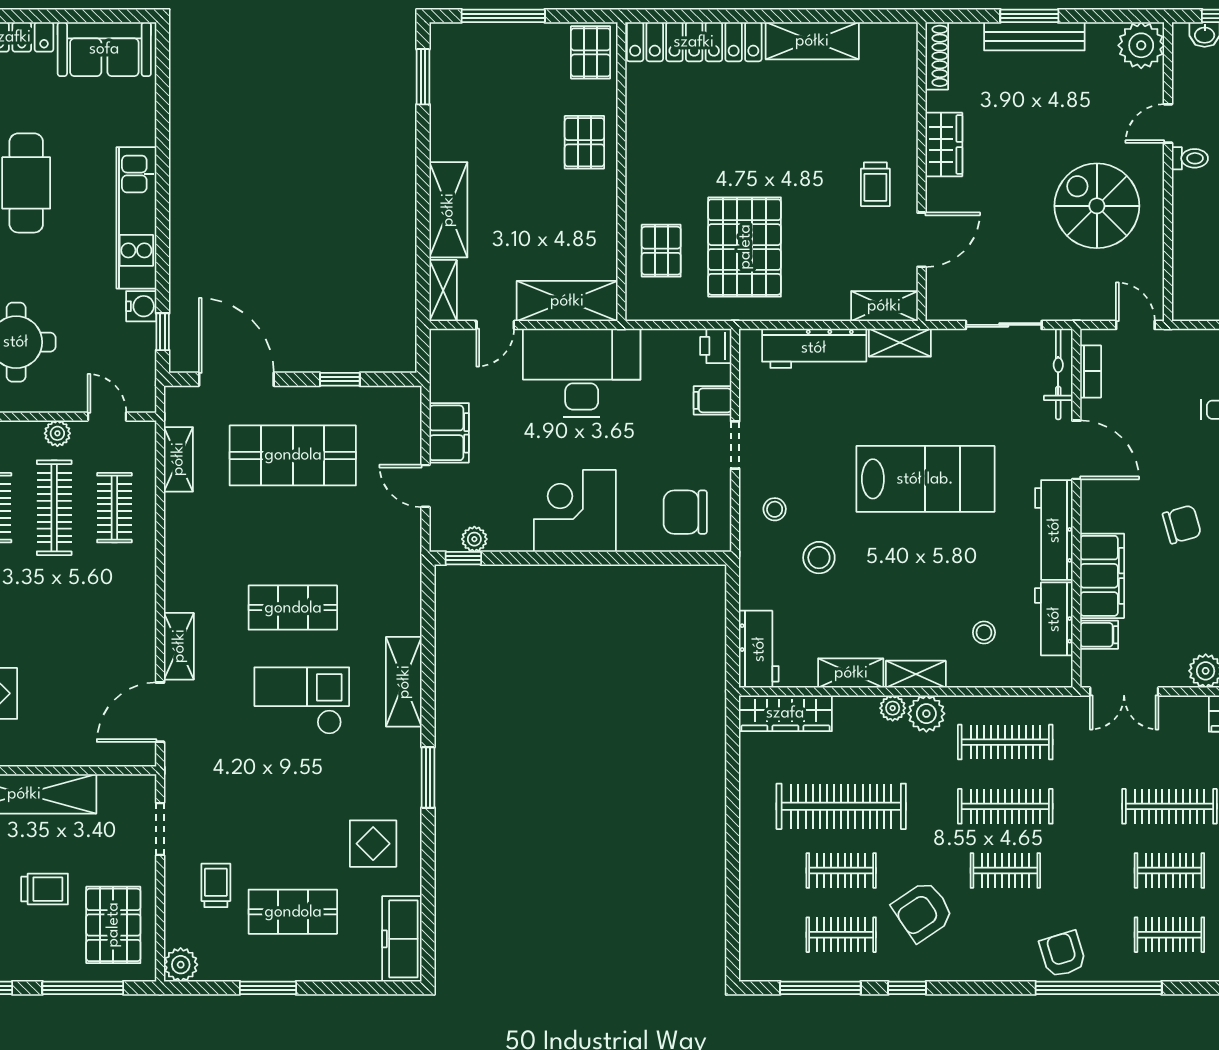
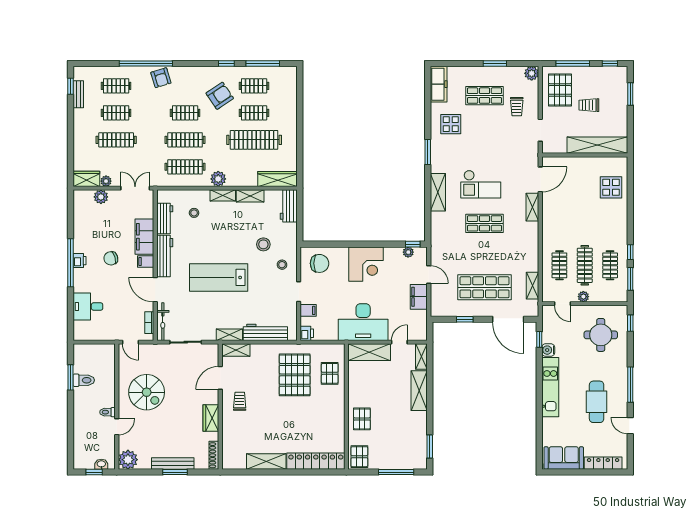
filing cabinet: (1099, 635) -> (146, 261), moved
plant: (893, 708) -> (106, 181), moved

